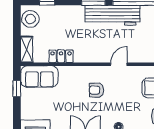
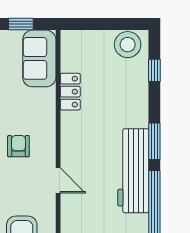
shelving: (27, 49) -> (81, 39), removed

